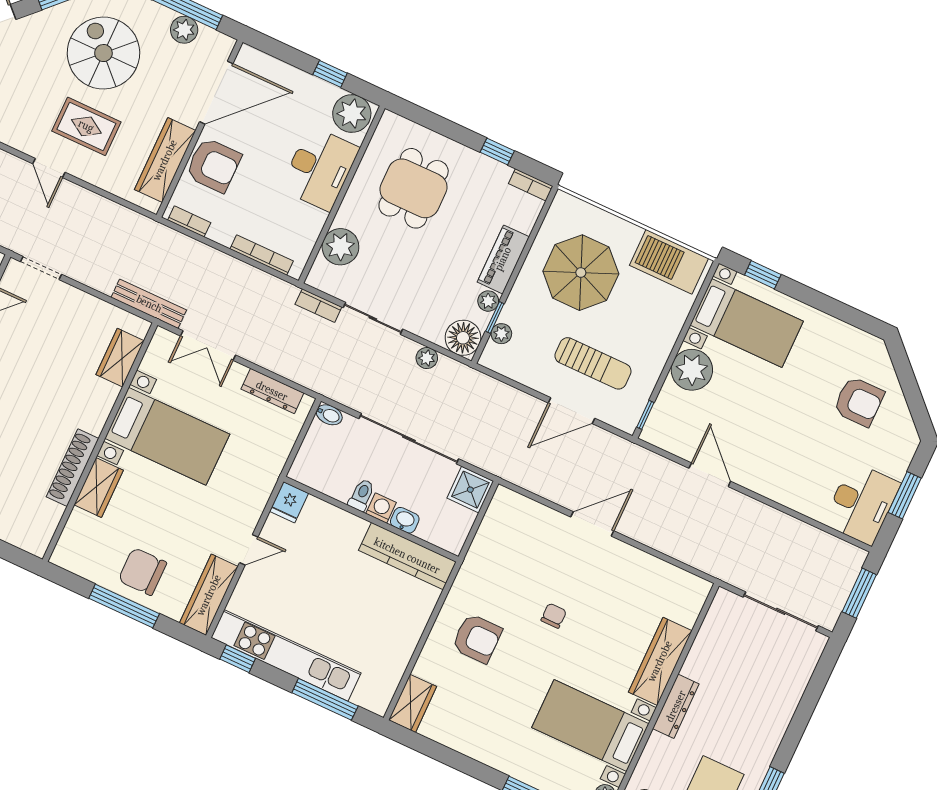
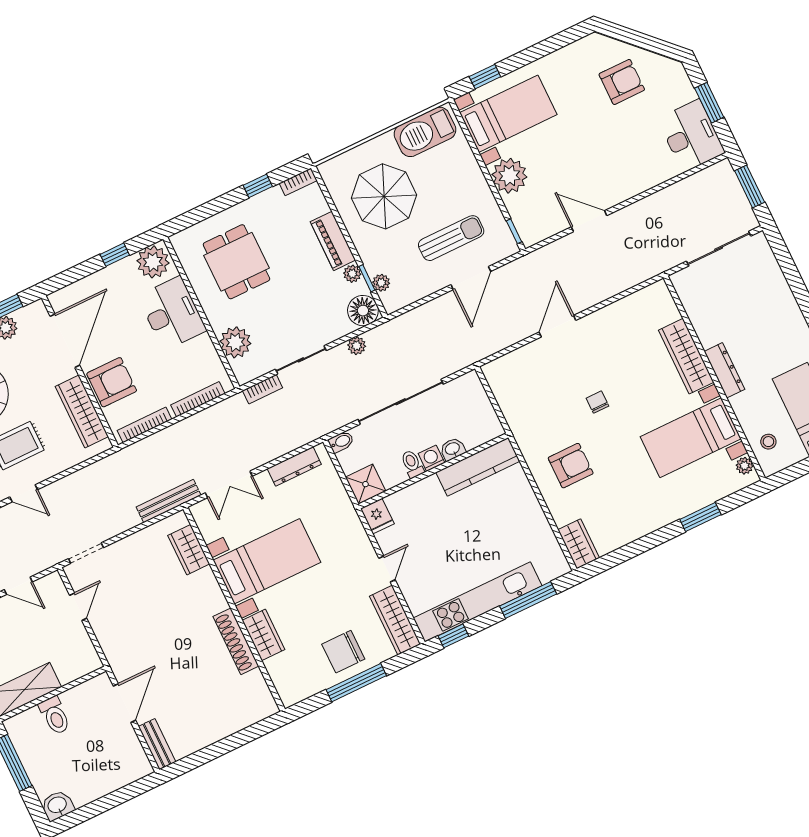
bookcase: (189, 221) -> (145, 425), width x1.56
shower: (470, 490) -> (365, 484), moved

